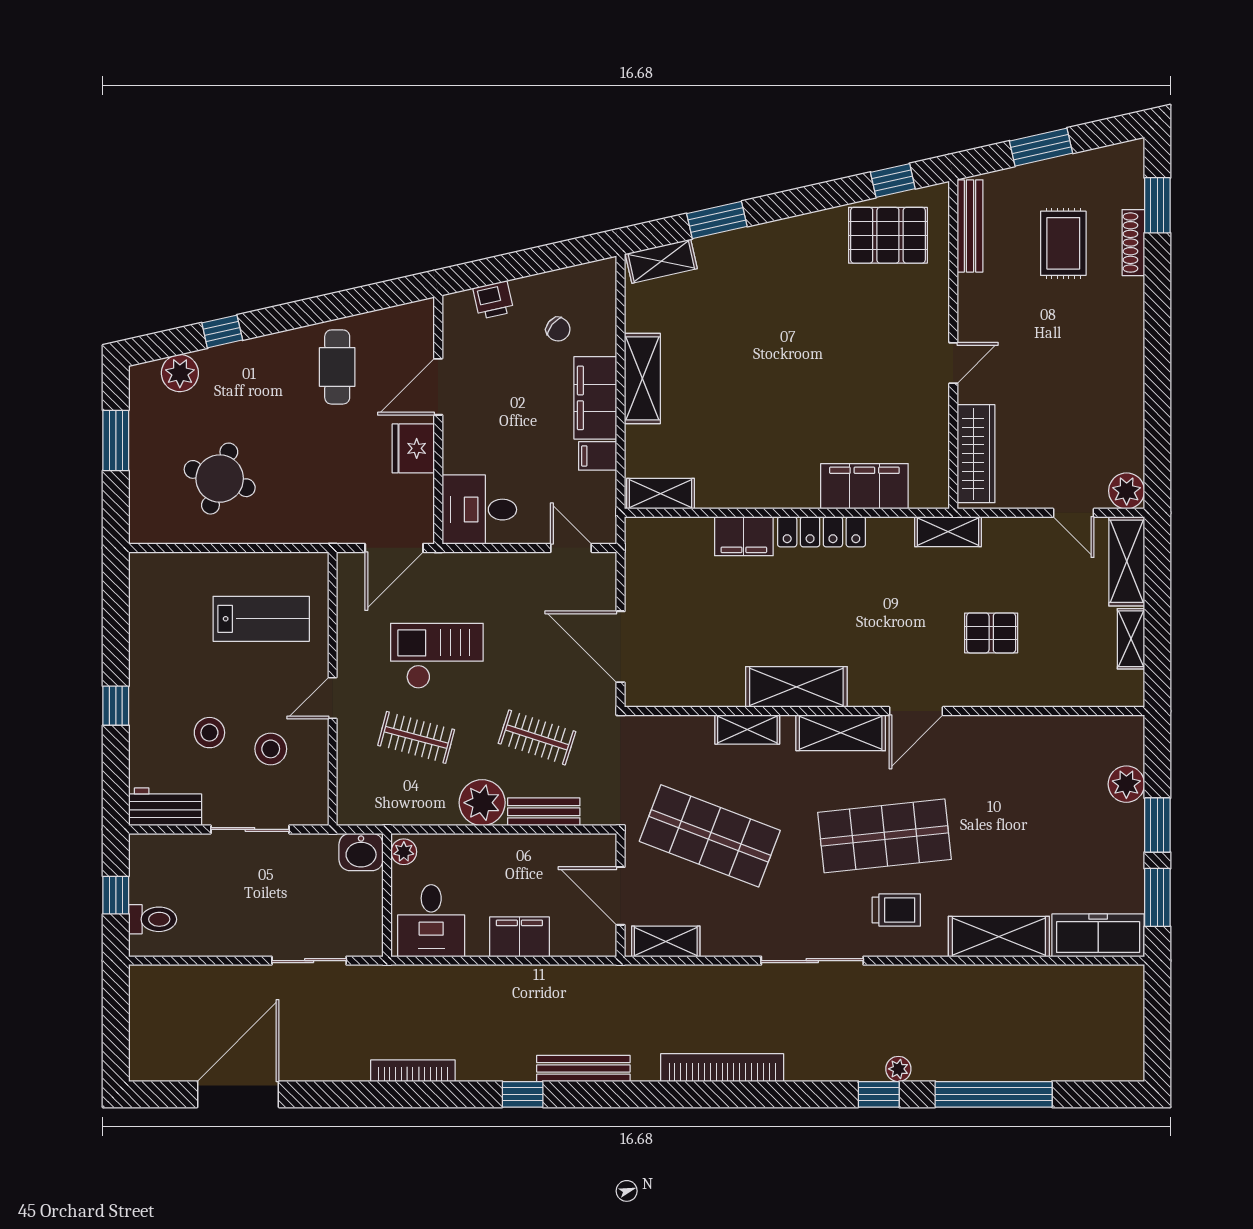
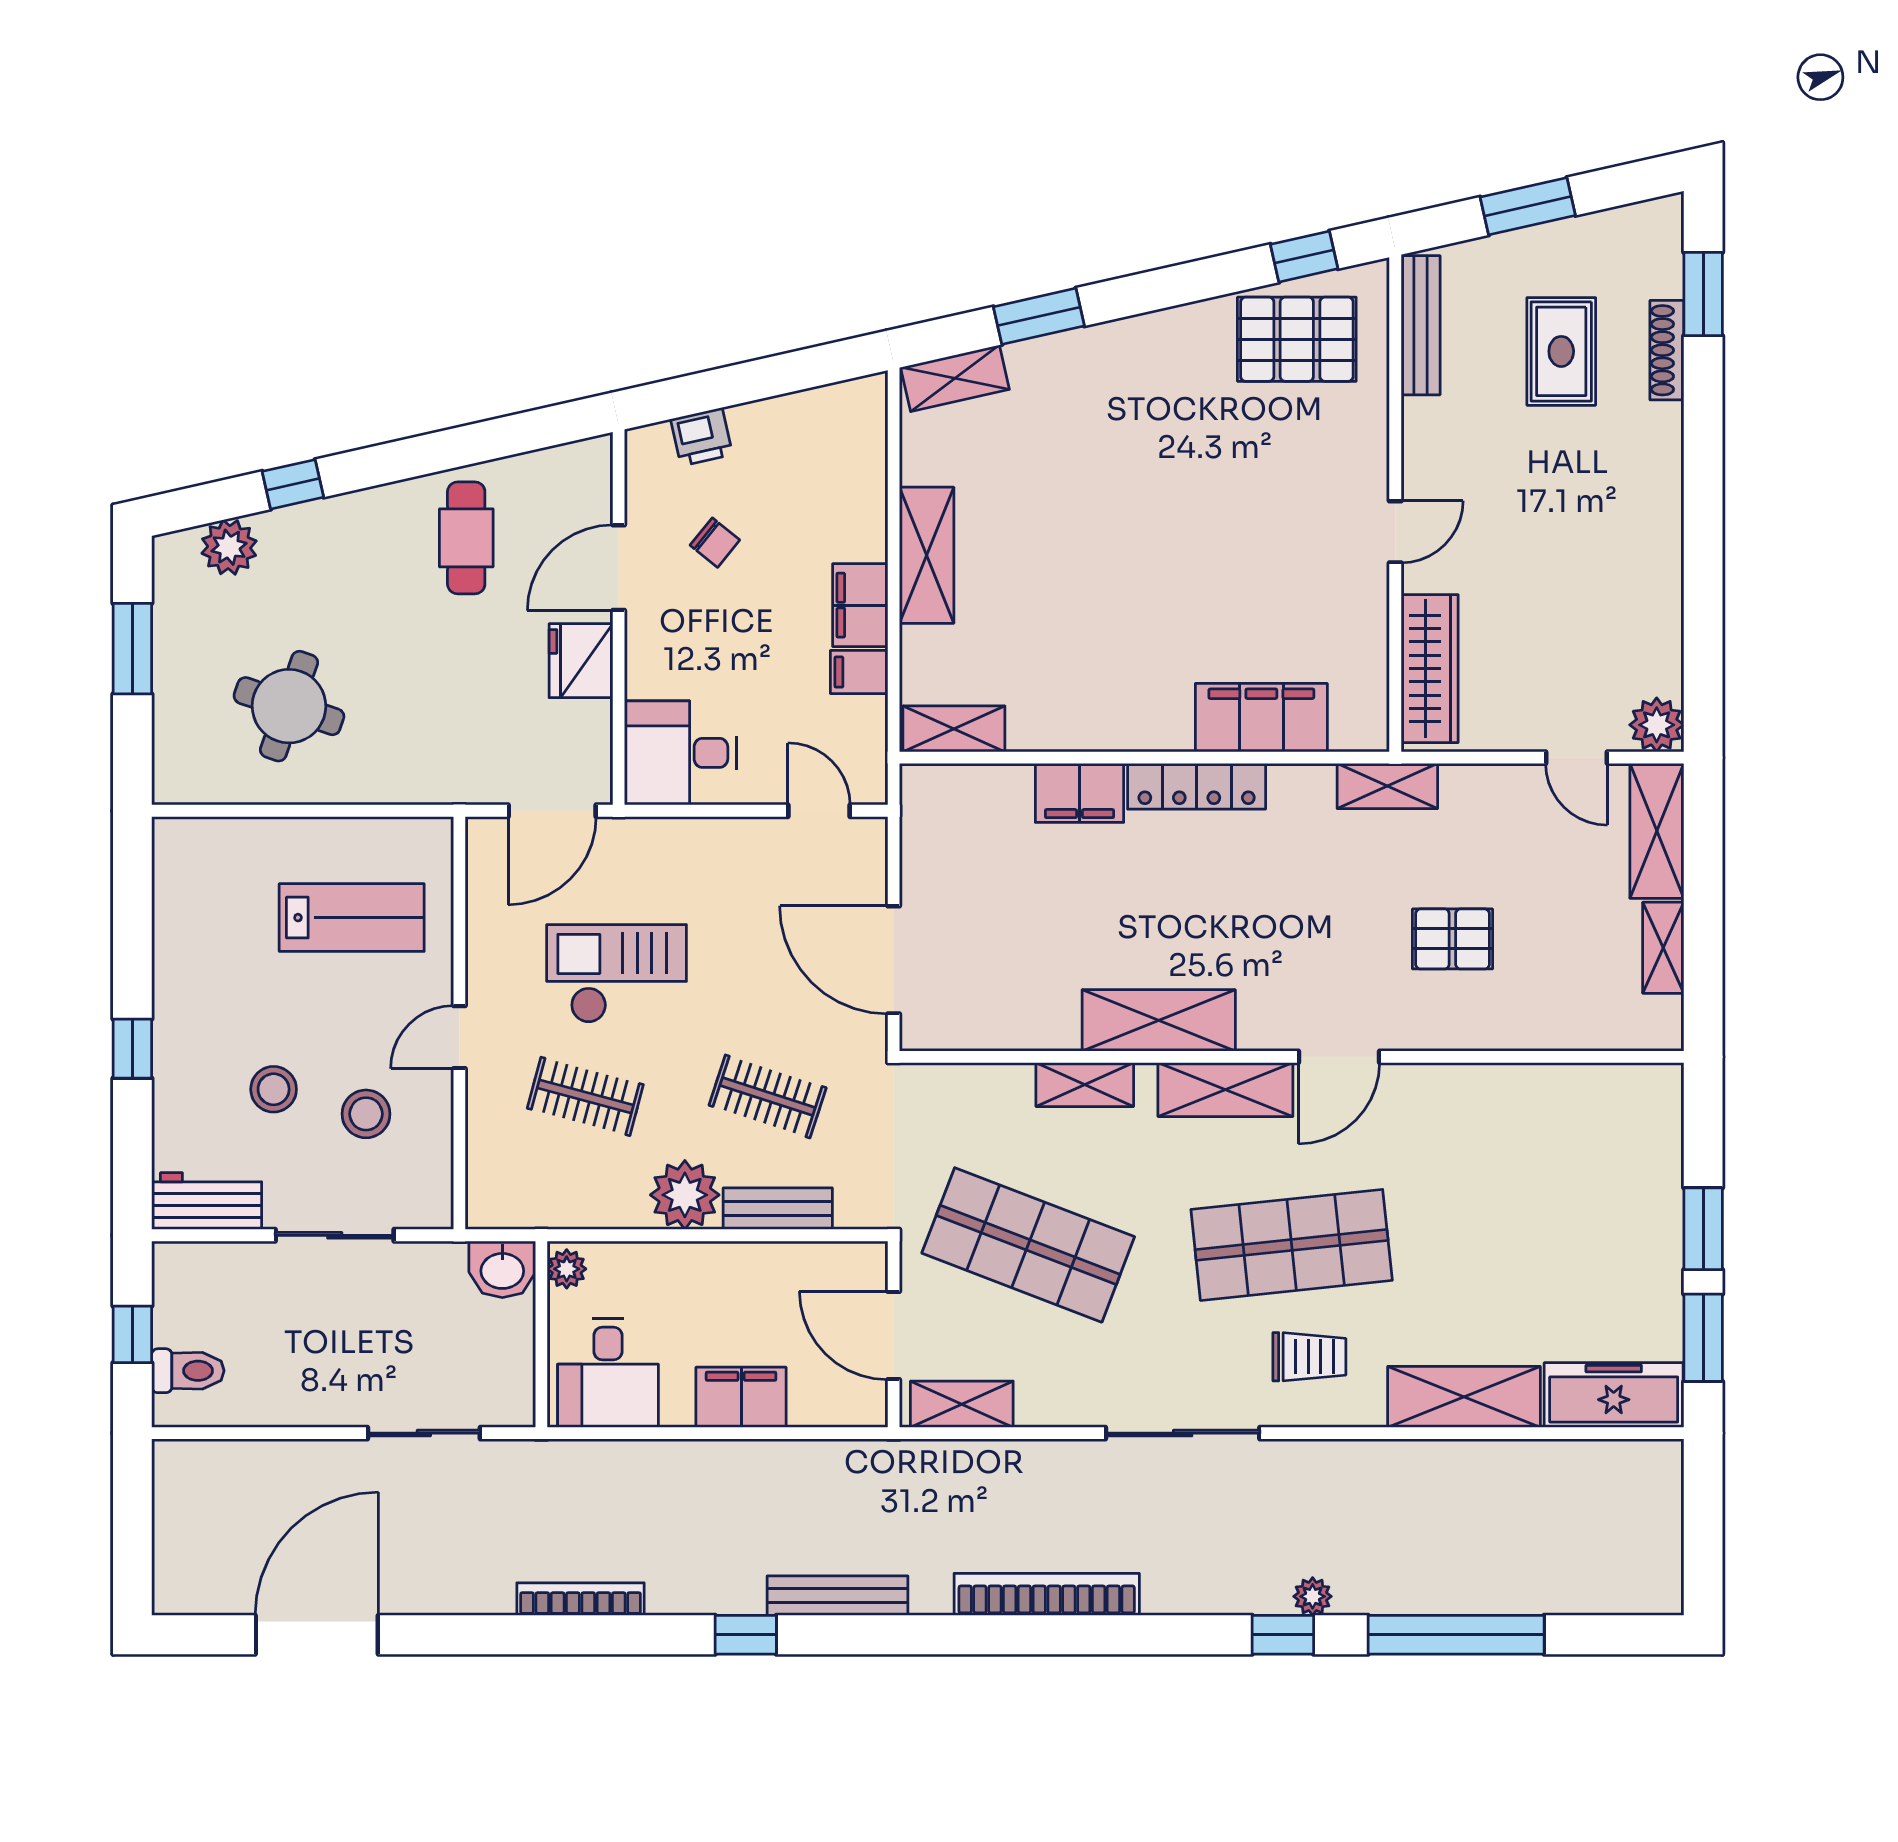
chair: (558, 329) -> (715, 543), moved
filing cabinet: (595, 398) -> (860, 605), width x0.67, depth x0.86
plant: (1126, 784) -> (1656, 1167), removed

